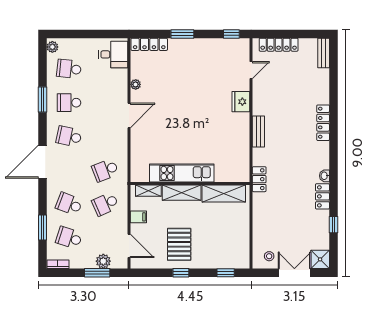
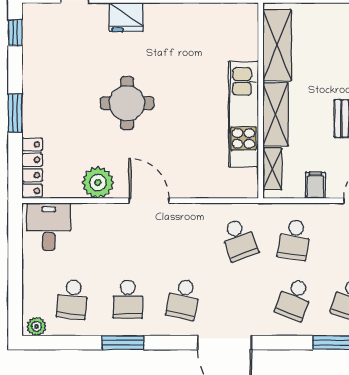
plant: (136, 84) -> (98, 183), width x1.88, depth x1.88
round table: (188, 102) -> (127, 103), added
school desk: (105, 204) -> (294, 240), turned 33

